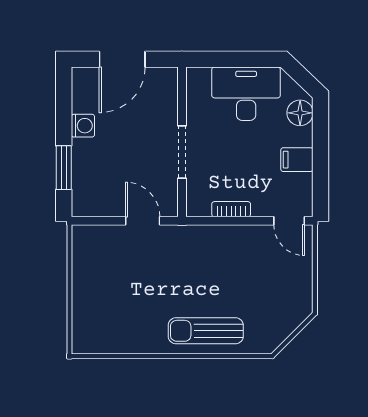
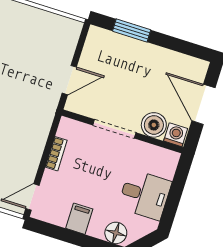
desk: (246, 94) -> (145, 195), width x0.73
boiler: (163, 108) -> (154, 125), added
washing machine: (83, 126) -> (176, 135), moved, turned 180

